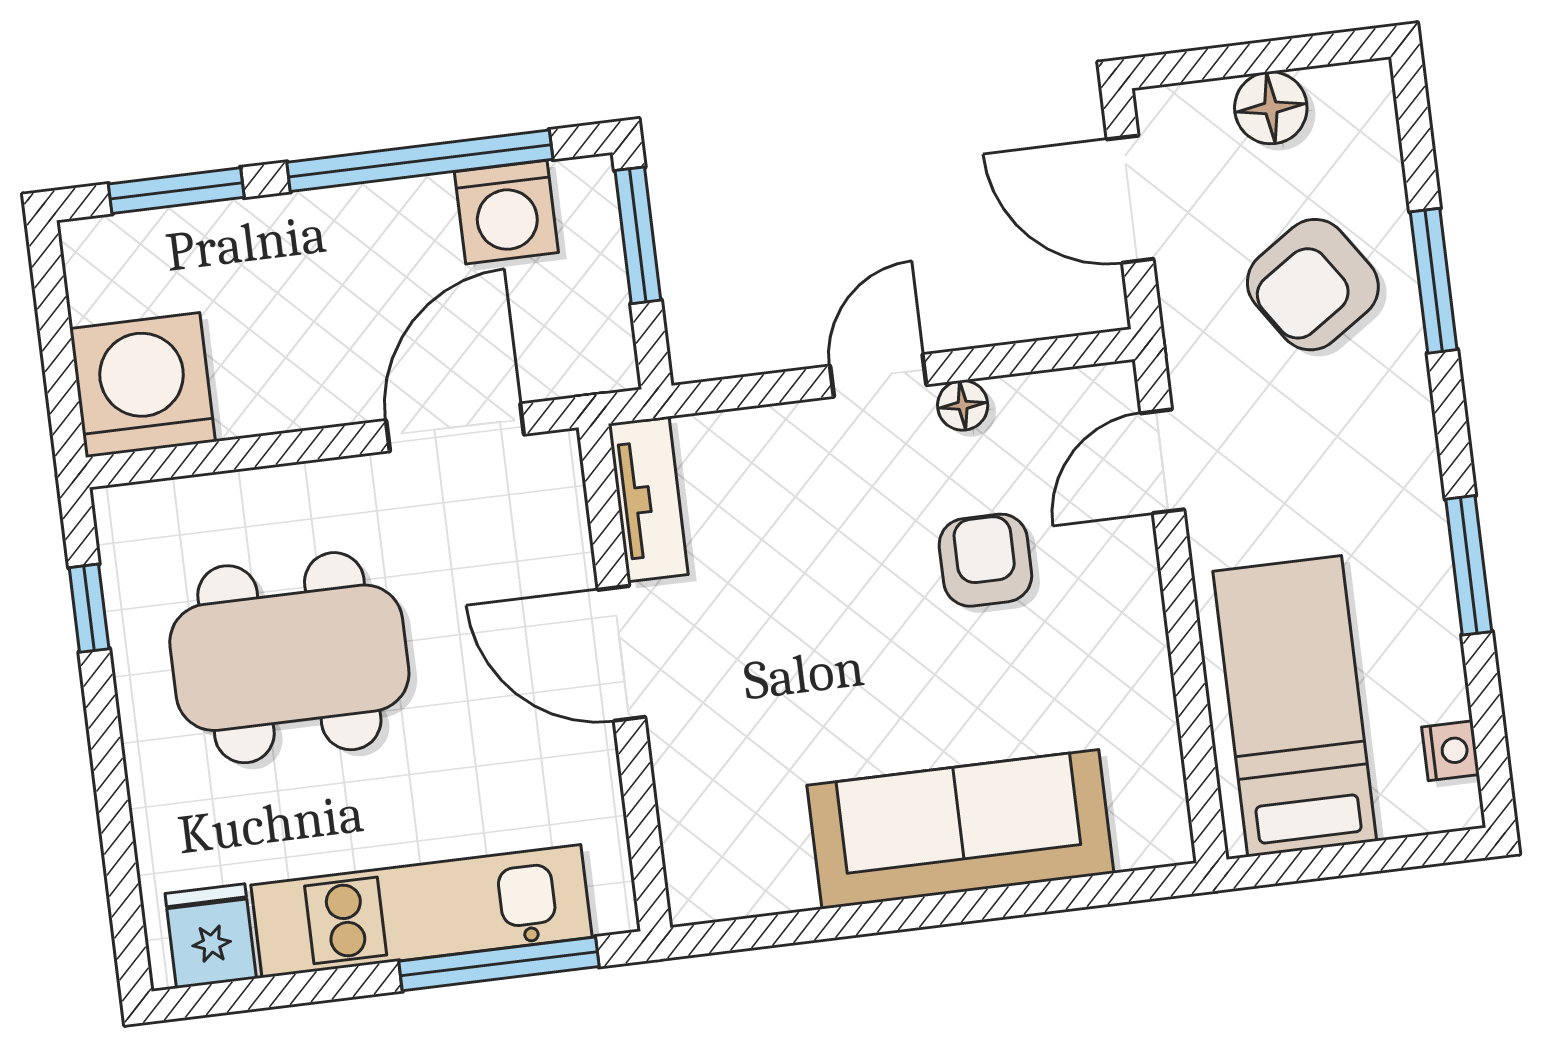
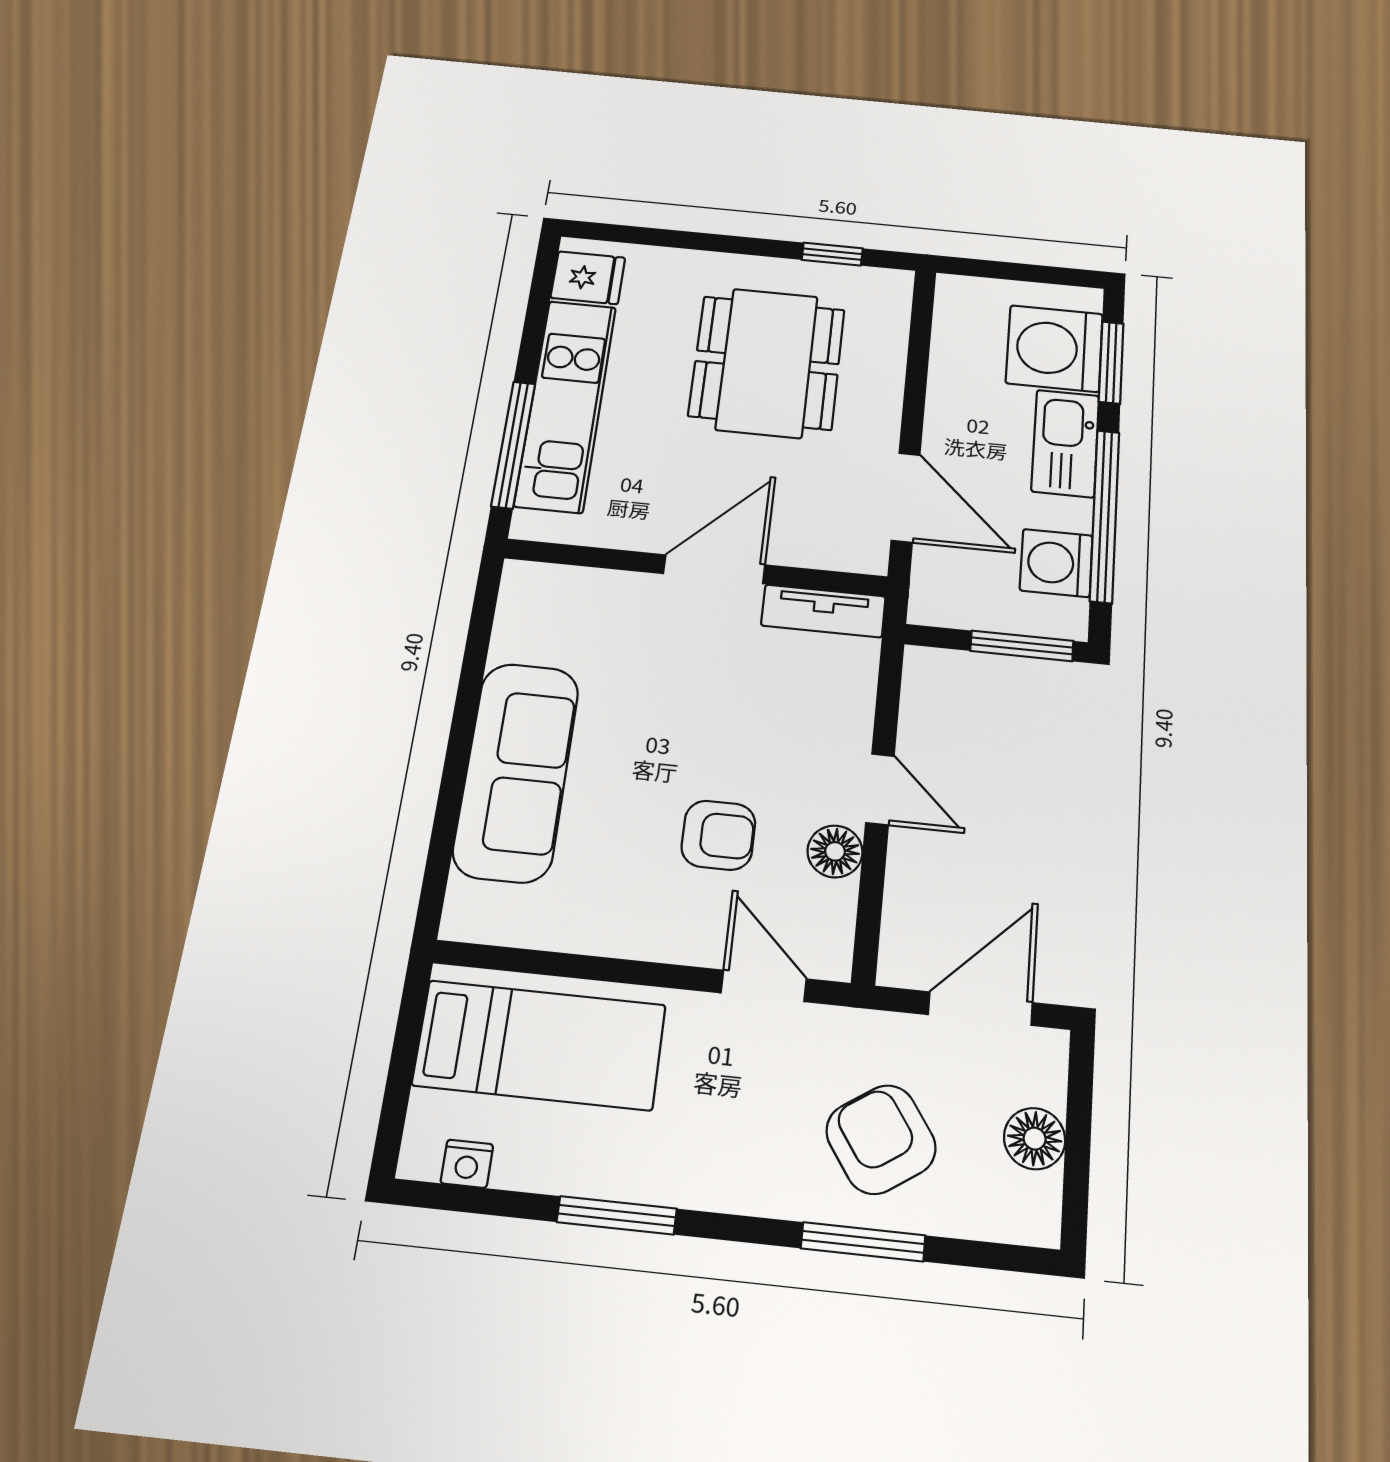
kitchen sink: (321, 231) -> (1065, 443), added
washing machine: (143, 385) -> (1054, 348), moved, turned 180
floor lamp: (963, 405) -> (835, 851), width x1.37, depth x1.37

